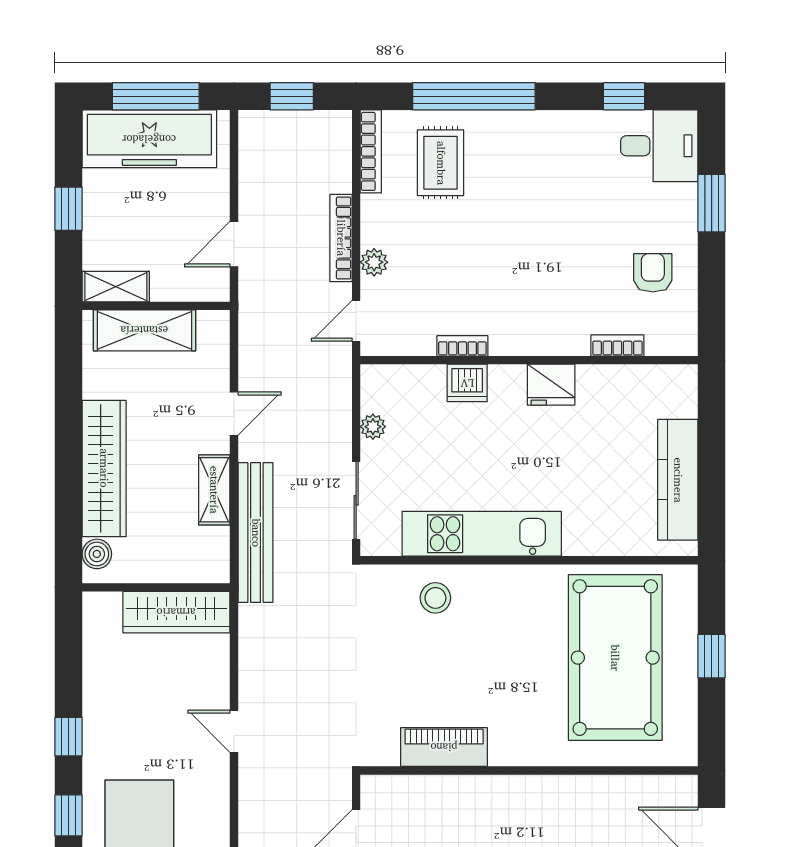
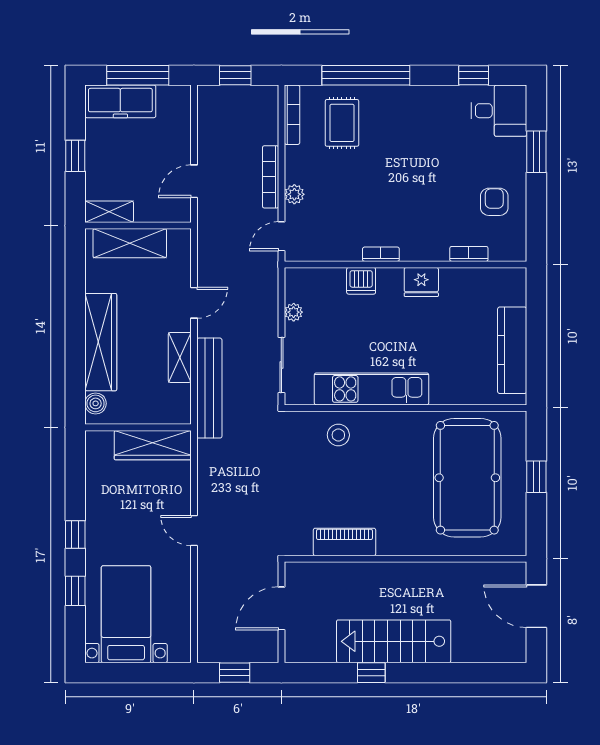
freezer: (149, 139) -> (120, 101), width x0.73, depth x0.79
bookcase: (462, 346) -> (381, 254), moved

